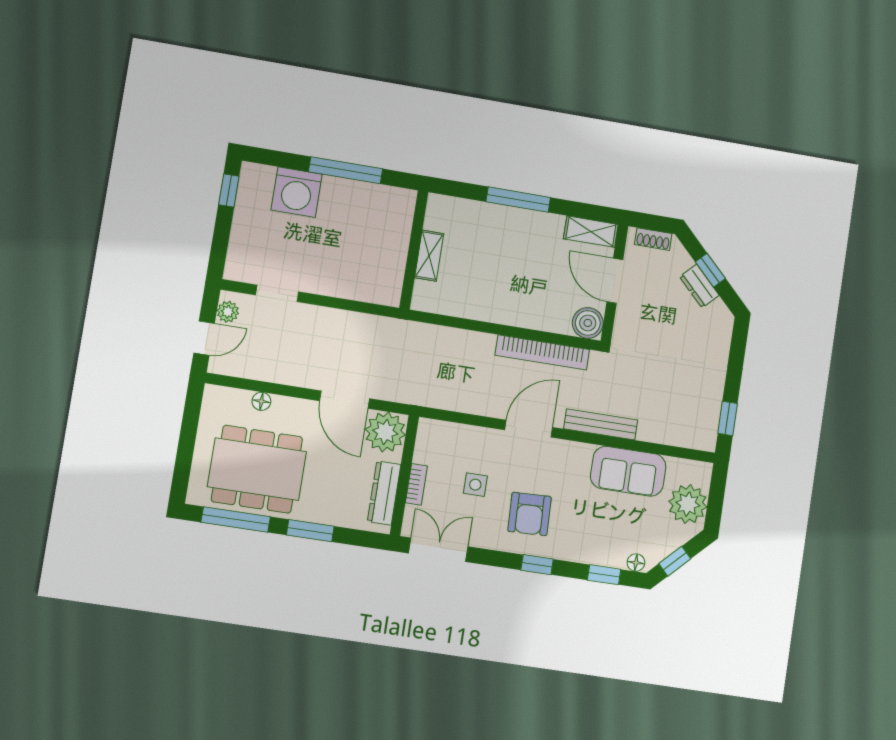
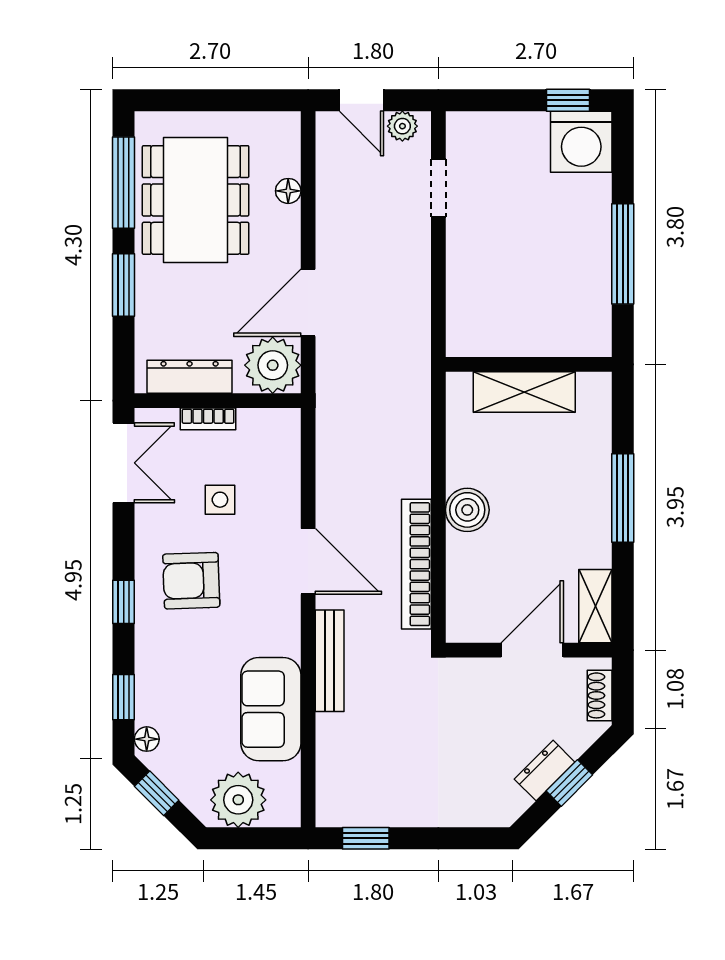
washing machine: (297, 192) -> (581, 142), moved, turned -90
shelving: (429, 256) -> (524, 392), width x1.50, depth x1.33
boiler: (588, 323) -> (467, 510), moved

